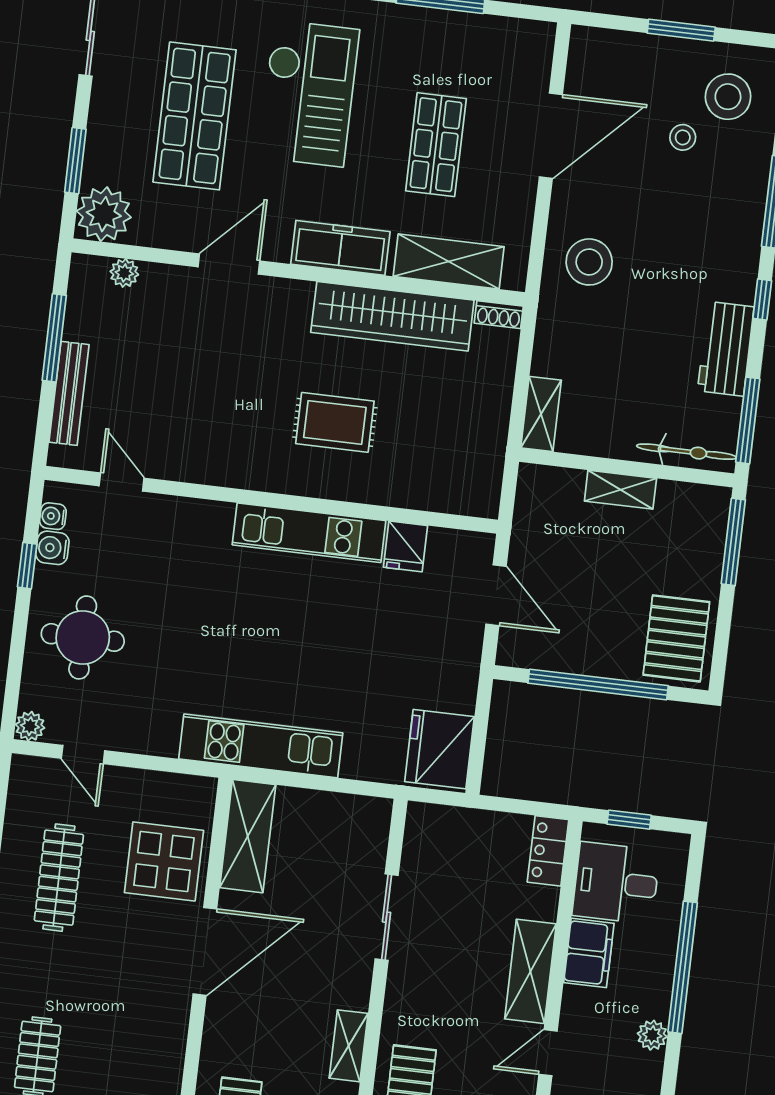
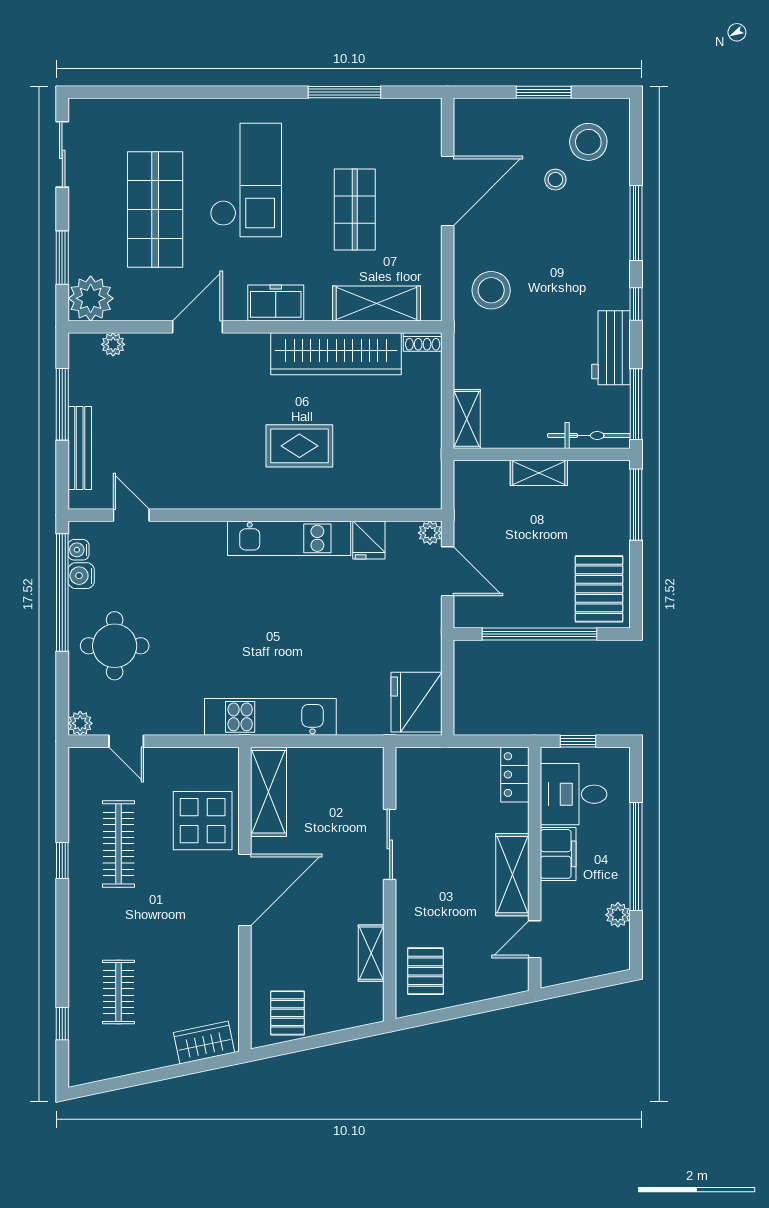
freezer: (340, 248) -> (276, 303), width x0.71
plant: (480, 546) -> (430, 533), added
window: (27, 566) -> (62, 593), width x3.17

